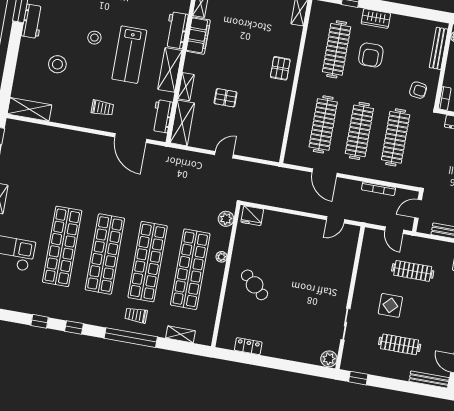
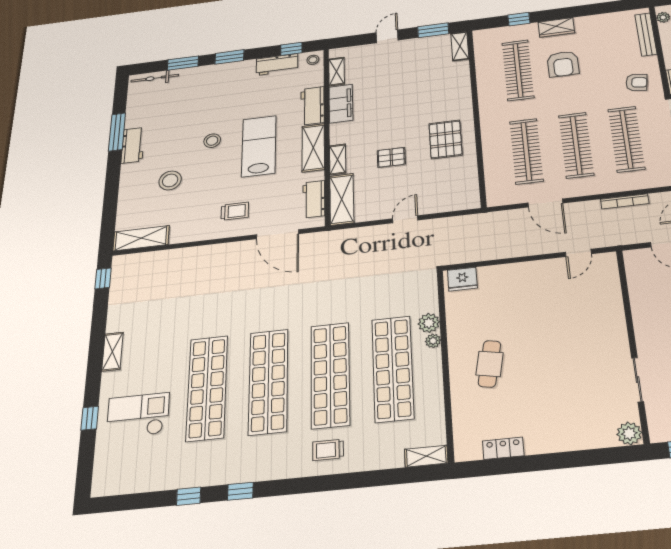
lab bench: (129, 55) -> (259, 146), turned 180
pallet: (280, 68) -> (445, 139), moved, width x1.50, depth x1.42
plant: (226, 219) -> (429, 323), moved
cafe table: (255, 285) -> (490, 364), turned 59
shelving: (180, 334) -> (426, 456), moved
window: (131, 338) -> (326, 483), removed

